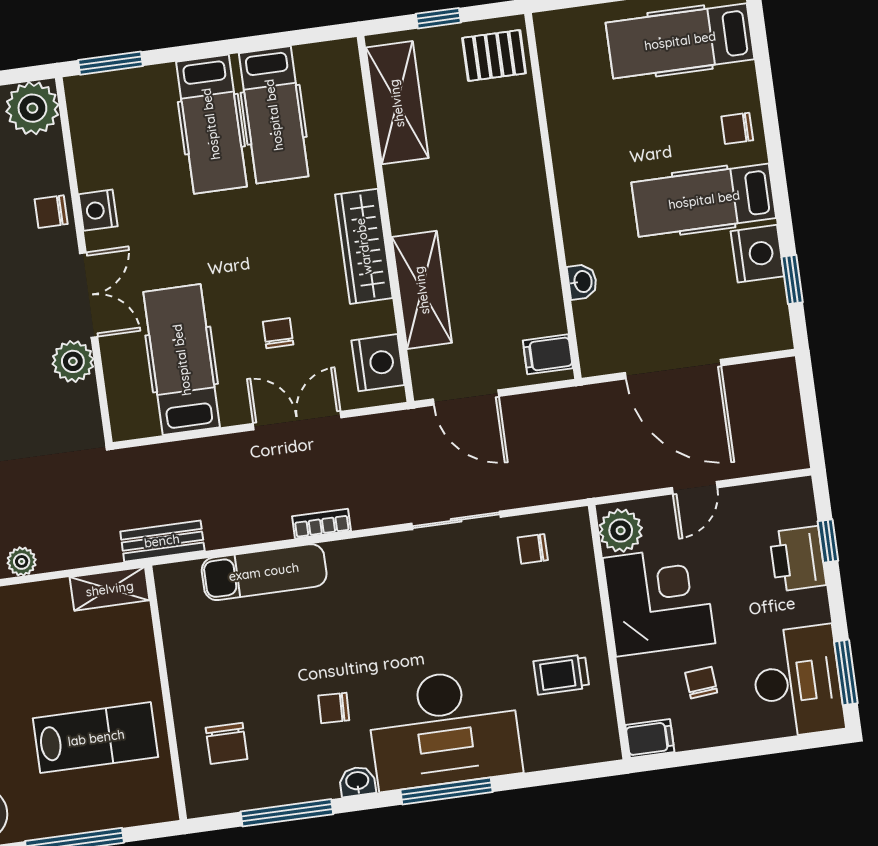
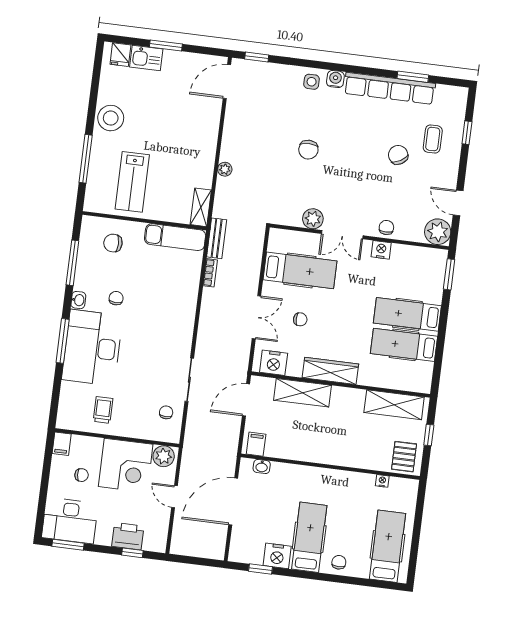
nightstand: (554, 86) -> (382, 481), added
washbasin: (582, 282) -> (262, 466), moved
bookcase: (322, 524) -> (210, 273), moved
exam couch: (264, 572) -> (175, 237), moved, turned -90

